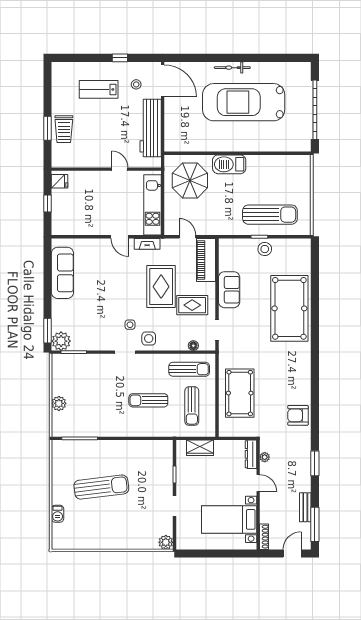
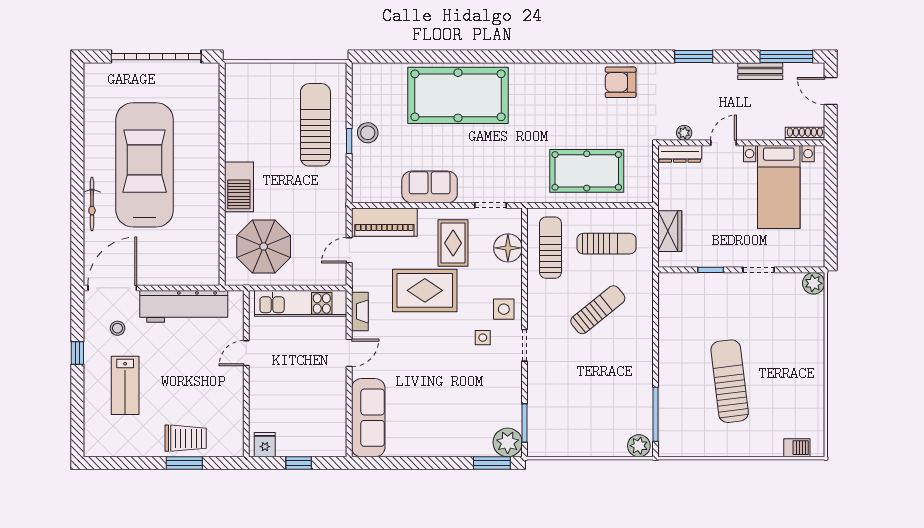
bicycle: (232, 68) -> (92, 204), moved
car: (244, 102) -> (145, 165), turned 180
sofa: (62, 273) -> (368, 418), moved, turned 90
floor lamp: (193, 346) -> (508, 248), width x1.89, depth x1.89
sun lounger: (148, 400) -> (598, 310), turned -129
plant: (59, 403) -> (639, 446), moved
armchair: (298, 415) -> (621, 82), turned 90
barbecue: (58, 514) -> (797, 448), moved

